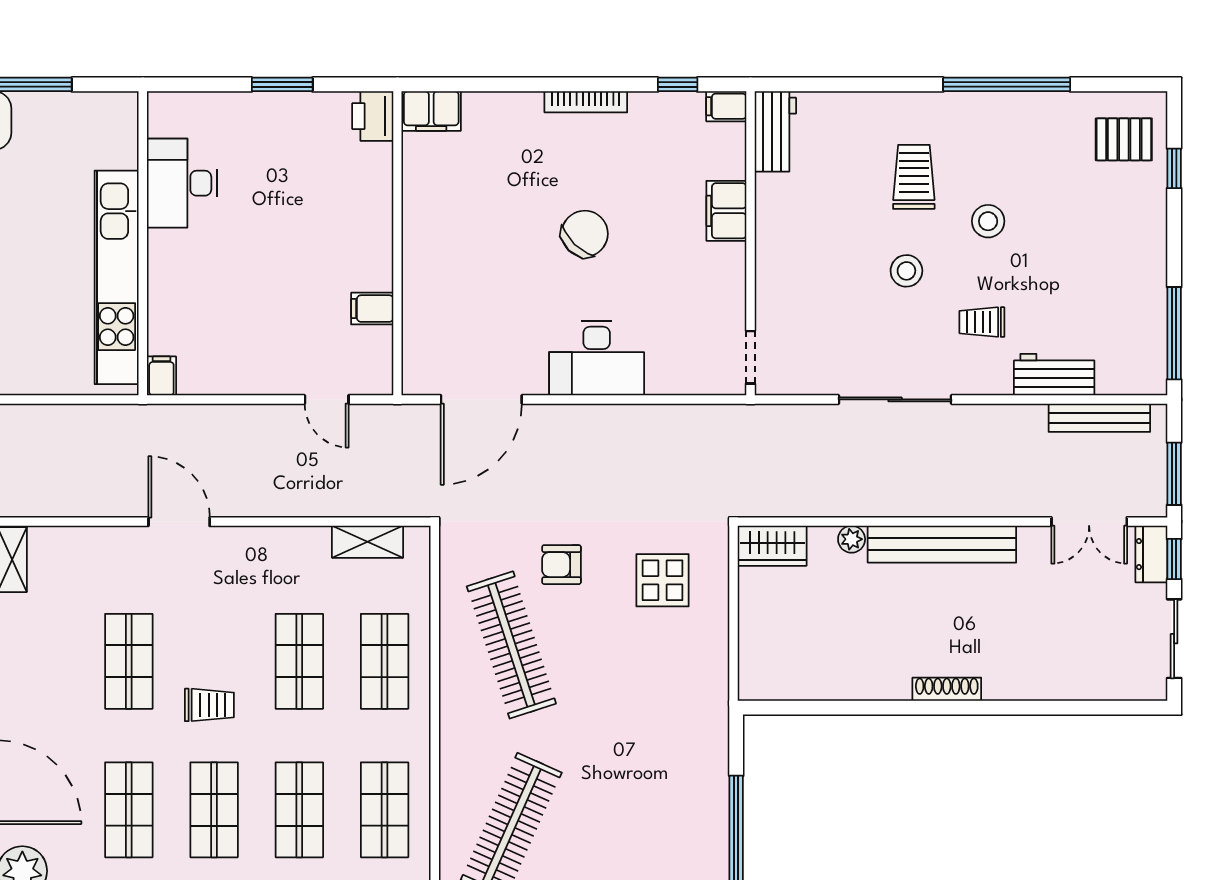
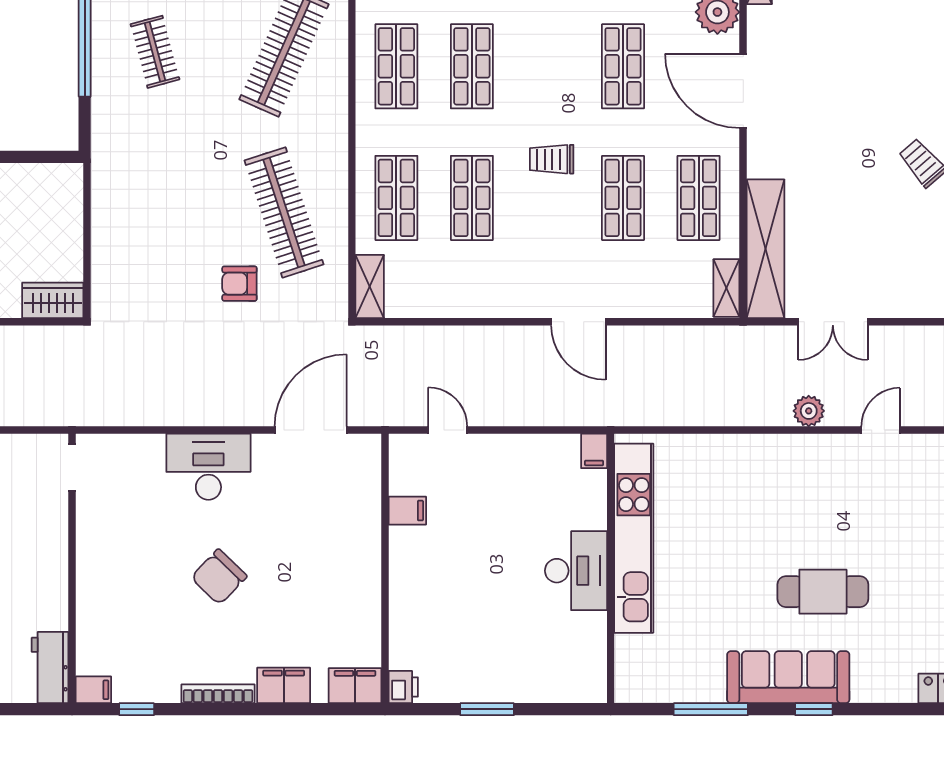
printer: (373, 116) -> (403, 687), width x0.73, depth x0.81
desk: (182, 183) -> (576, 571), moved
filing cabinet: (726, 211) -> (284, 685), moved, turned -90
shelving: (368, 542) -> (370, 286), moved, turned 90
armchair: (562, 565) -> (239, 284), turned 180
display table: (662, 580) -> (150, 270), removed
shop shelf: (214, 810) -> (699, 198), moved
clothes rail: (657, 826) -> (155, 52), added

